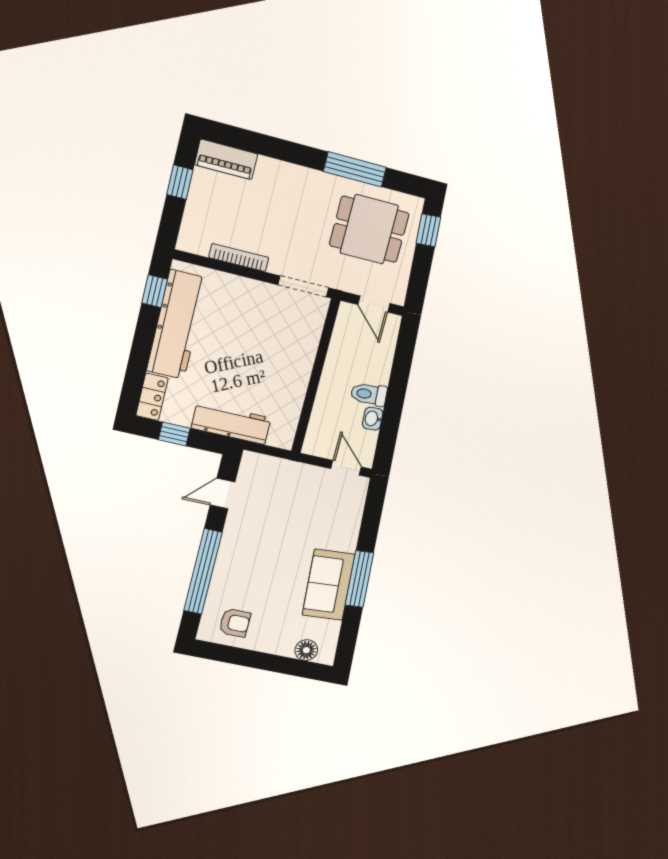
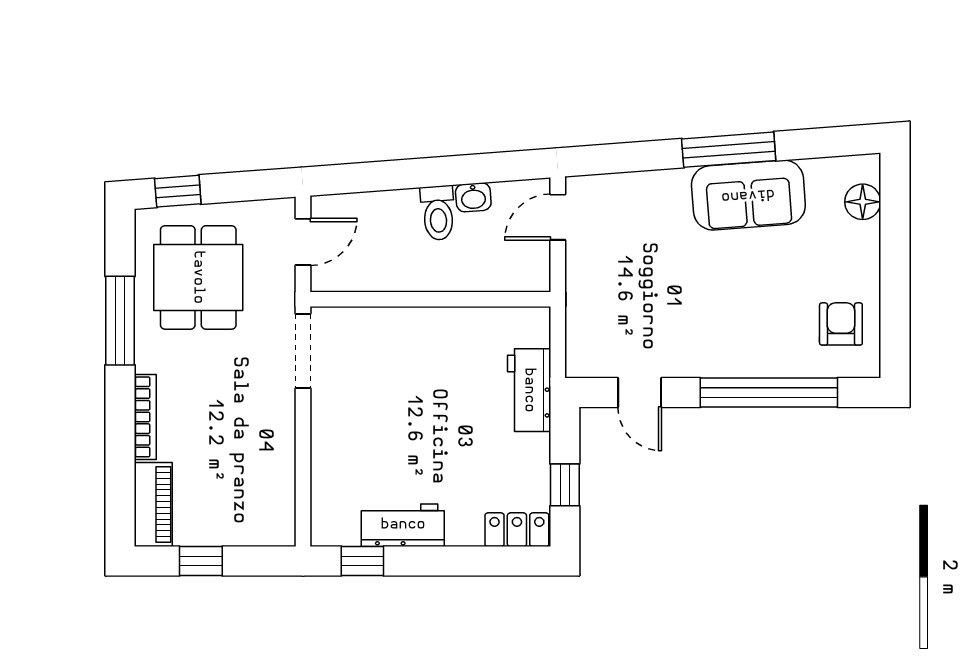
bookcase: (239, 258) -> (145, 417), moved, turned 180
workbench: (177, 325) -> (403, 525), width x0.53, depth x0.76
workbench: (231, 423) -> (529, 390), width x0.73

